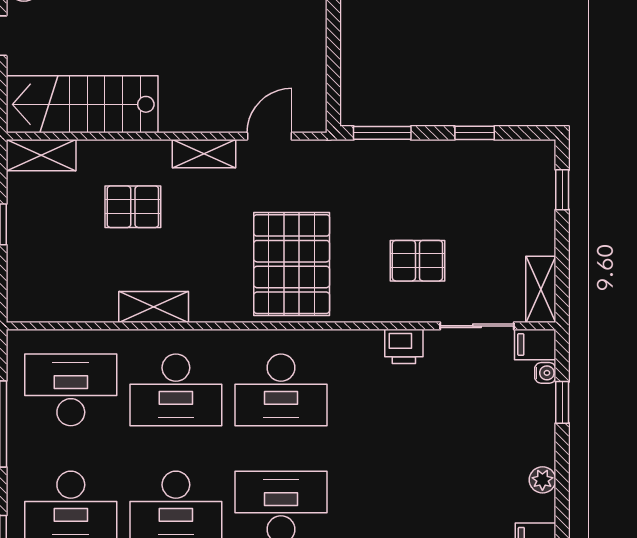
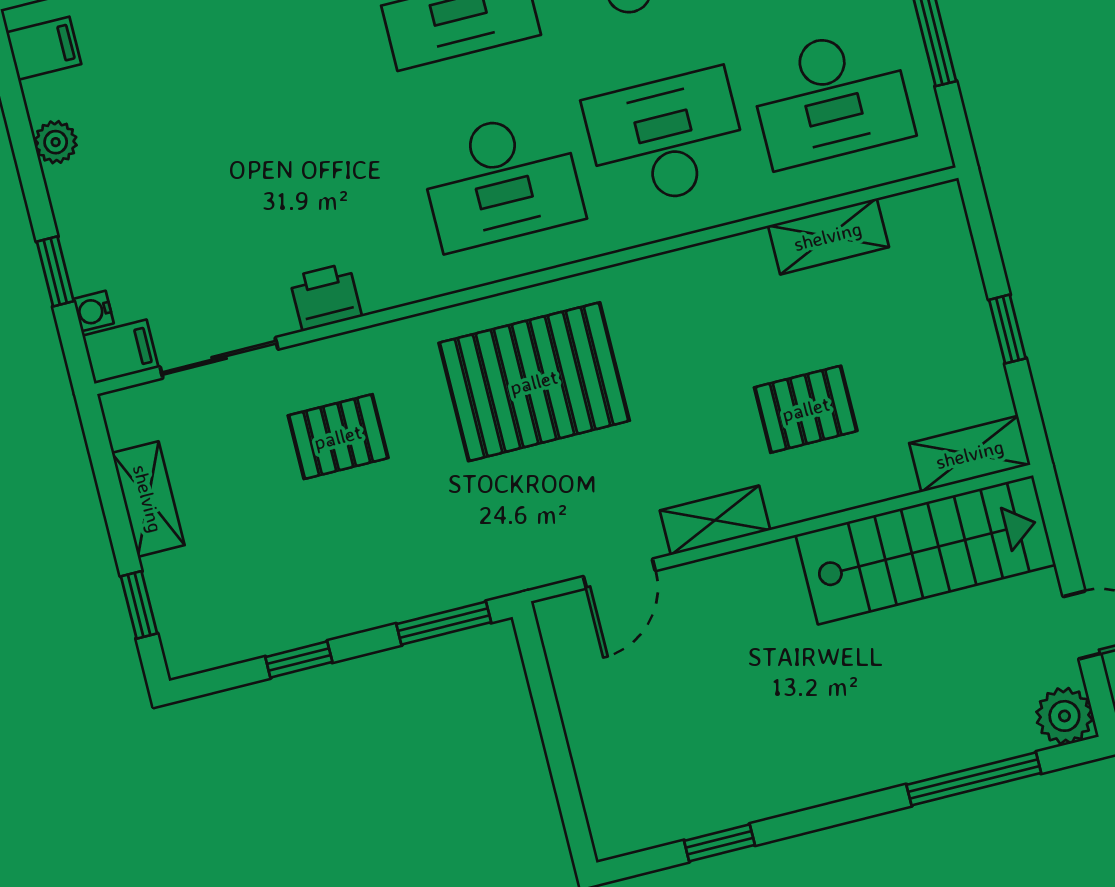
pallet: (292, 264) -> (534, 382), turned 90
shelving: (541, 289) -> (148, 499), moved
shelving: (154, 307) -> (828, 236), moved
desk: (281, 390) -> (501, 180), turned 180

